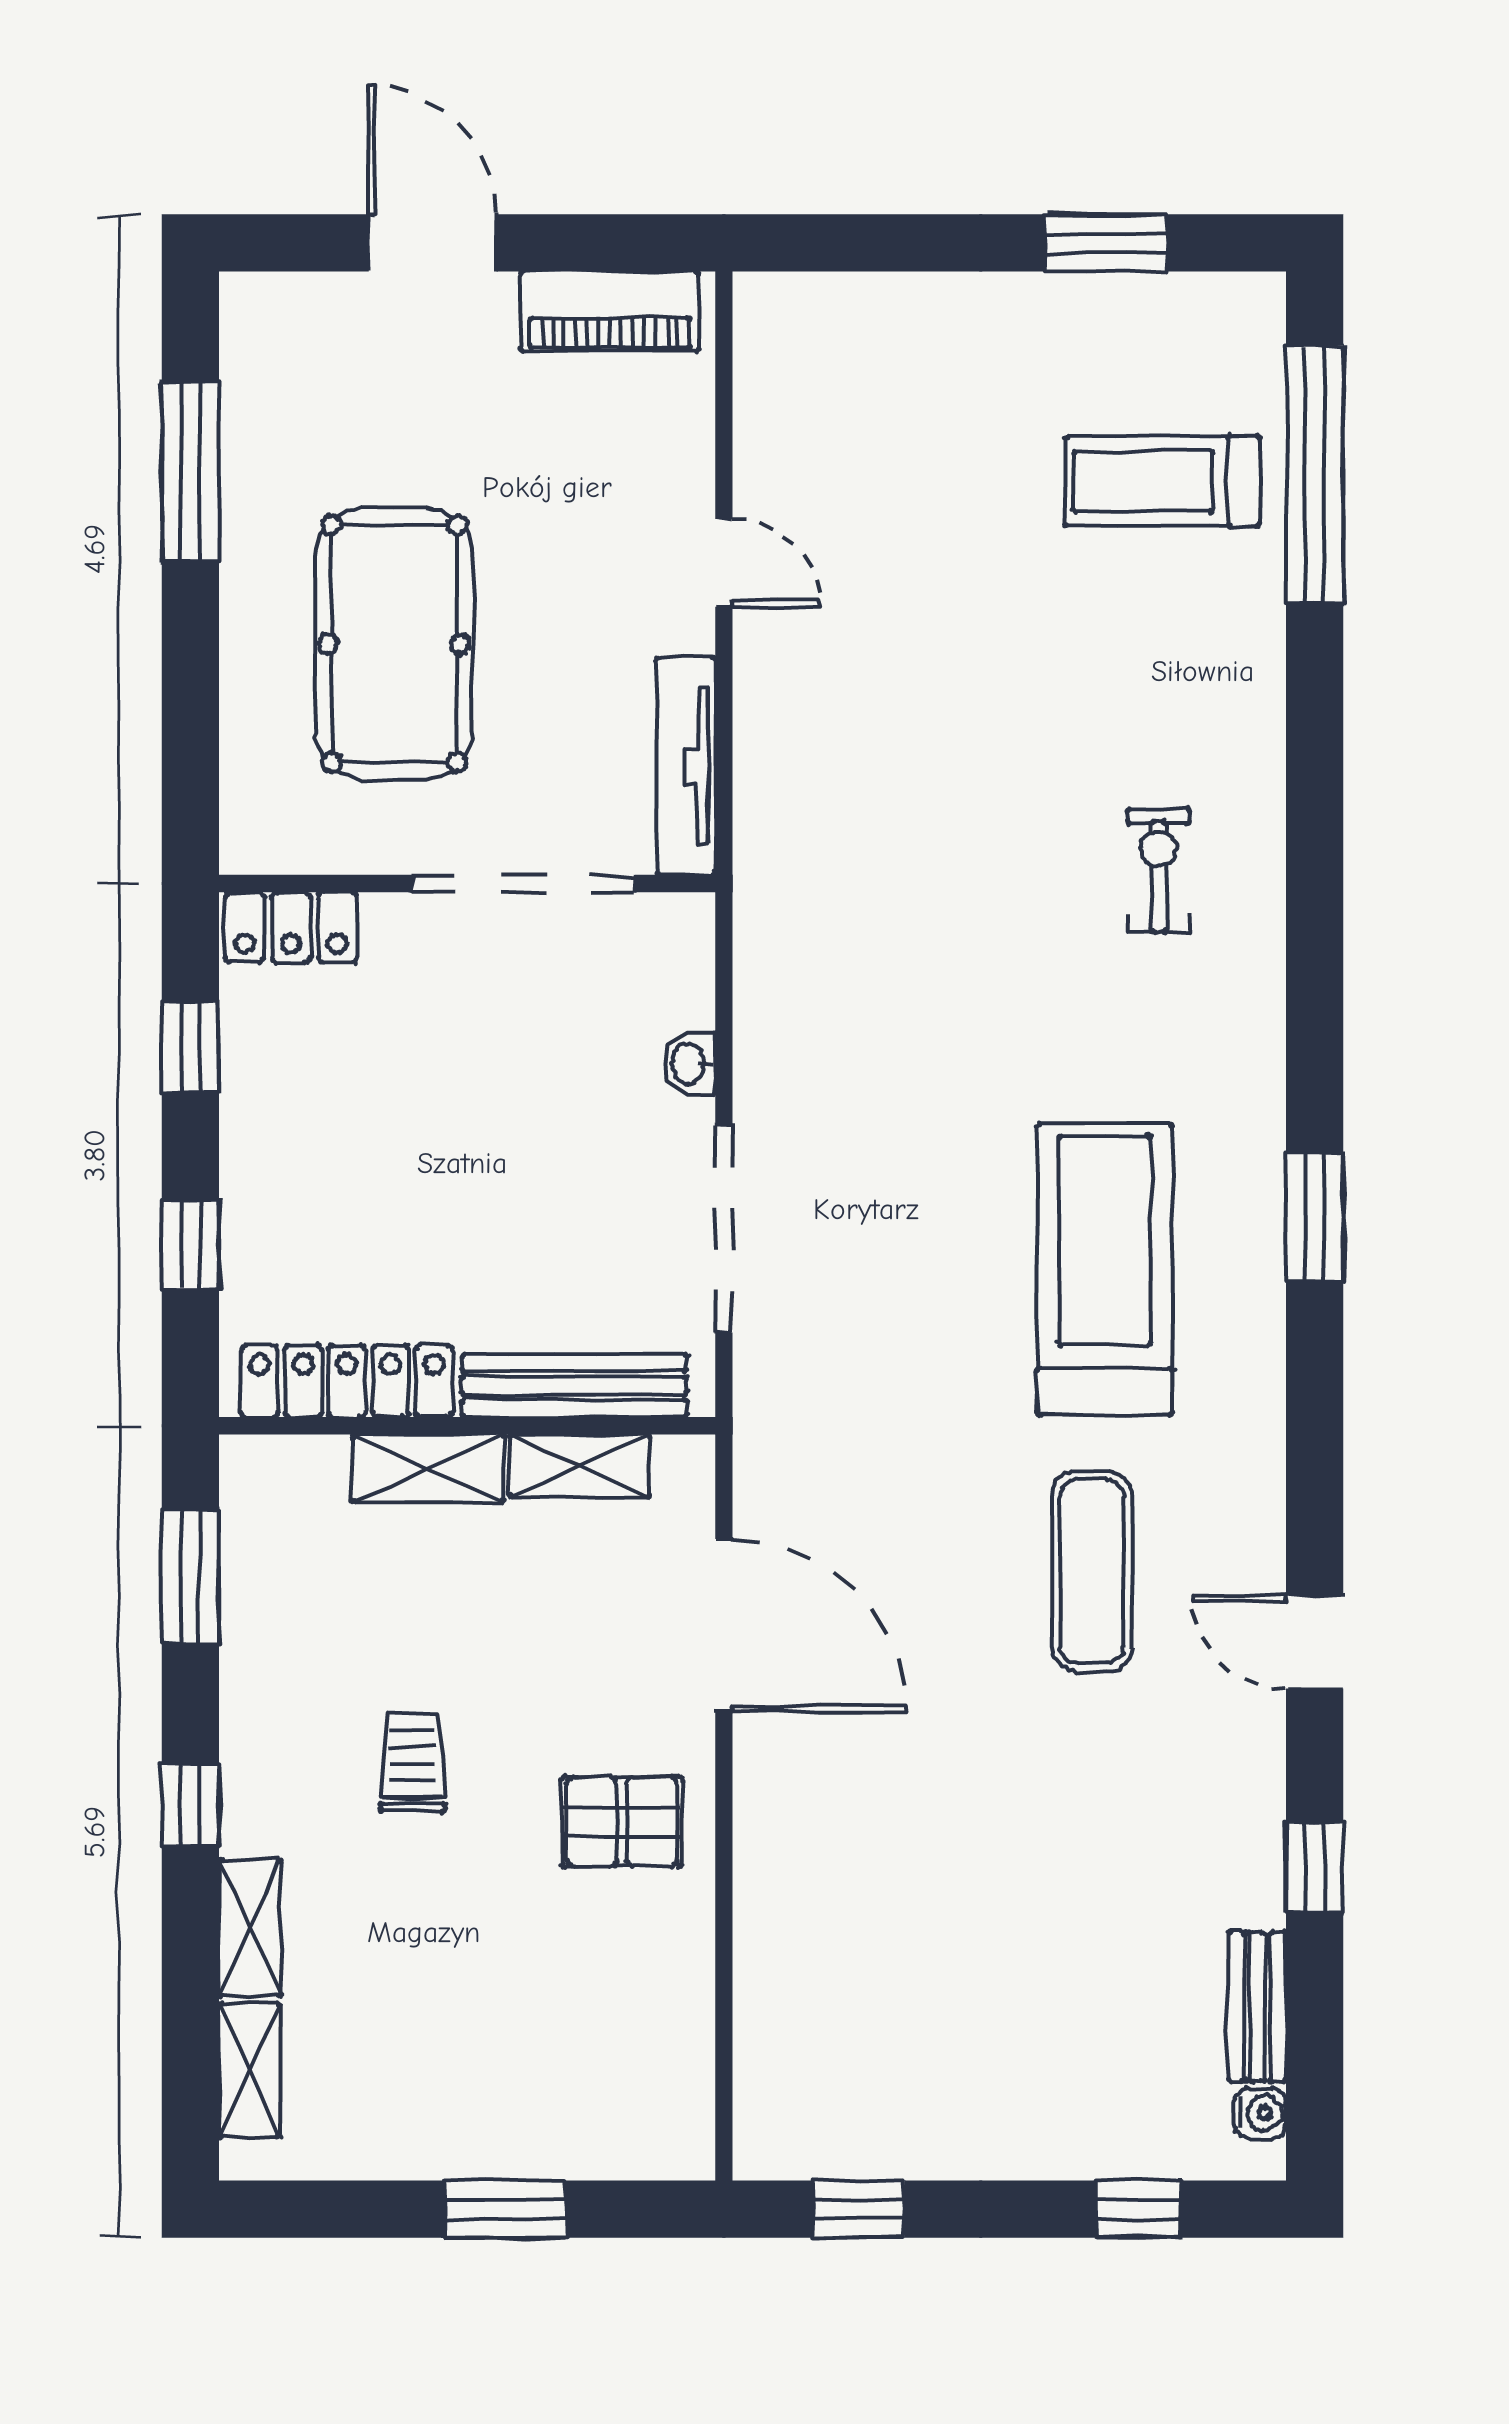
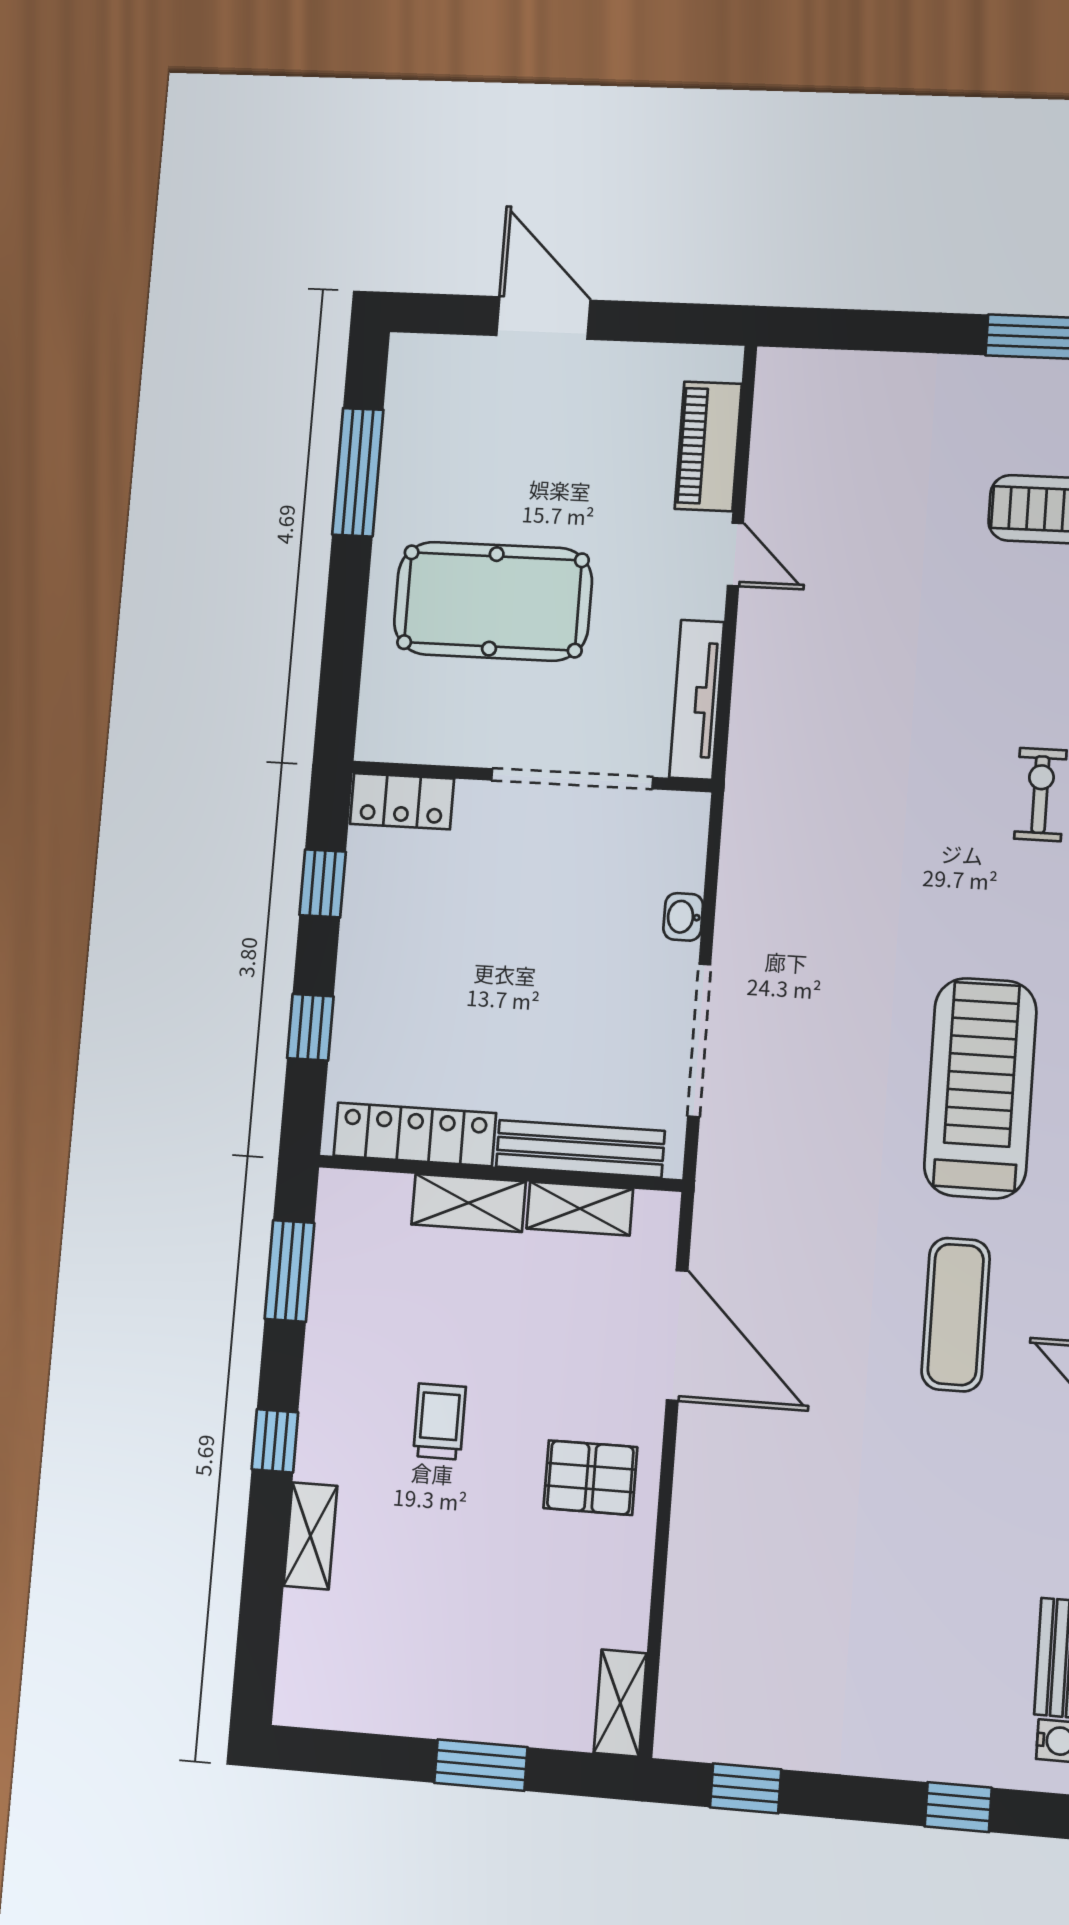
piano: (610, 311) -> (708, 446), moved, turned 90
pool table: (394, 644) -> (493, 601), turned 90
shelving: (249, 2070) -> (620, 1703), moved

